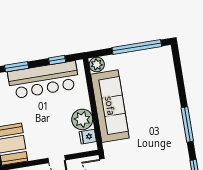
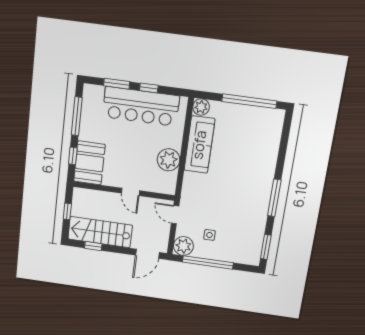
window: (57, 60) -> (149, 88), moved
sofa: (110, 106) -> (199, 145), width x0.74, depth x0.79
fridge: (88, 137) -> (169, 179), removed

